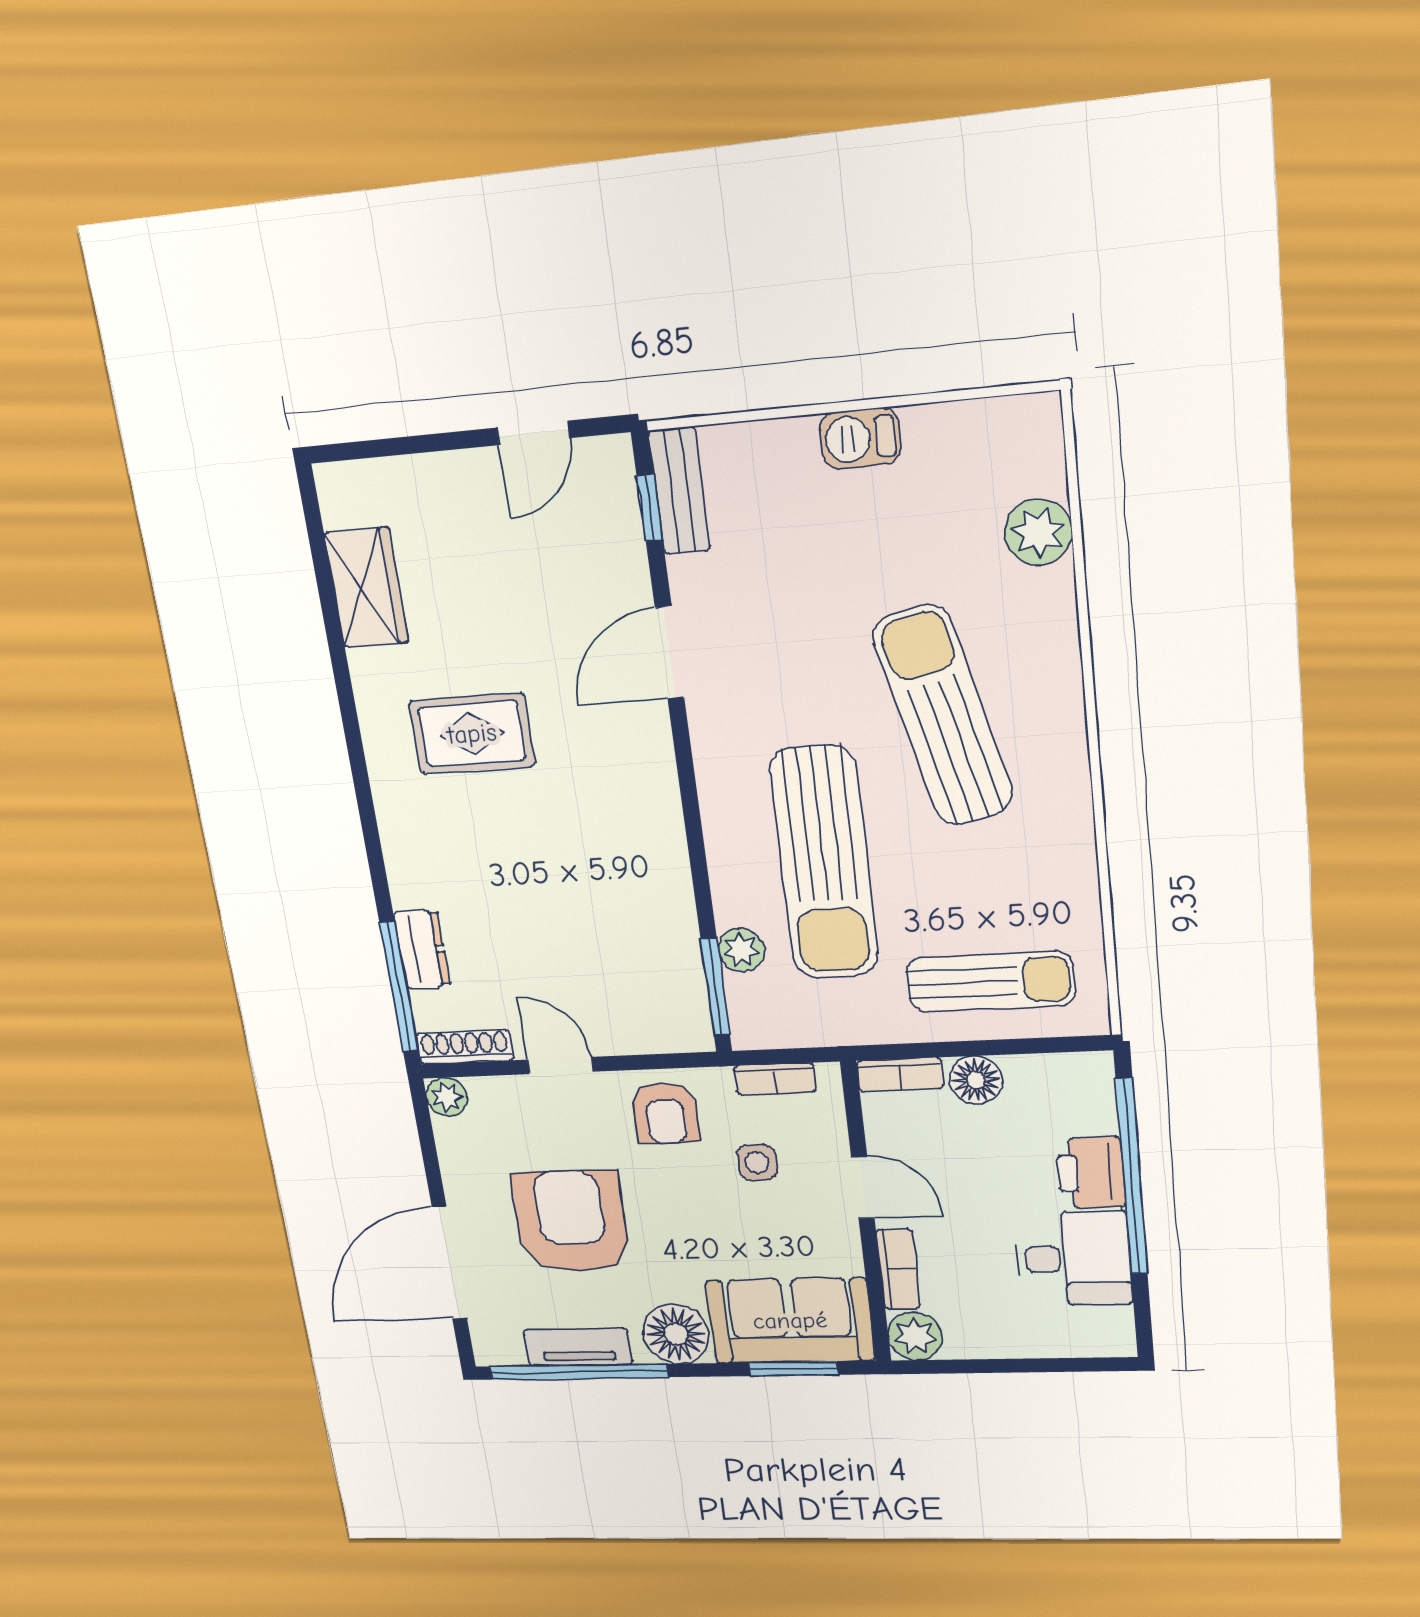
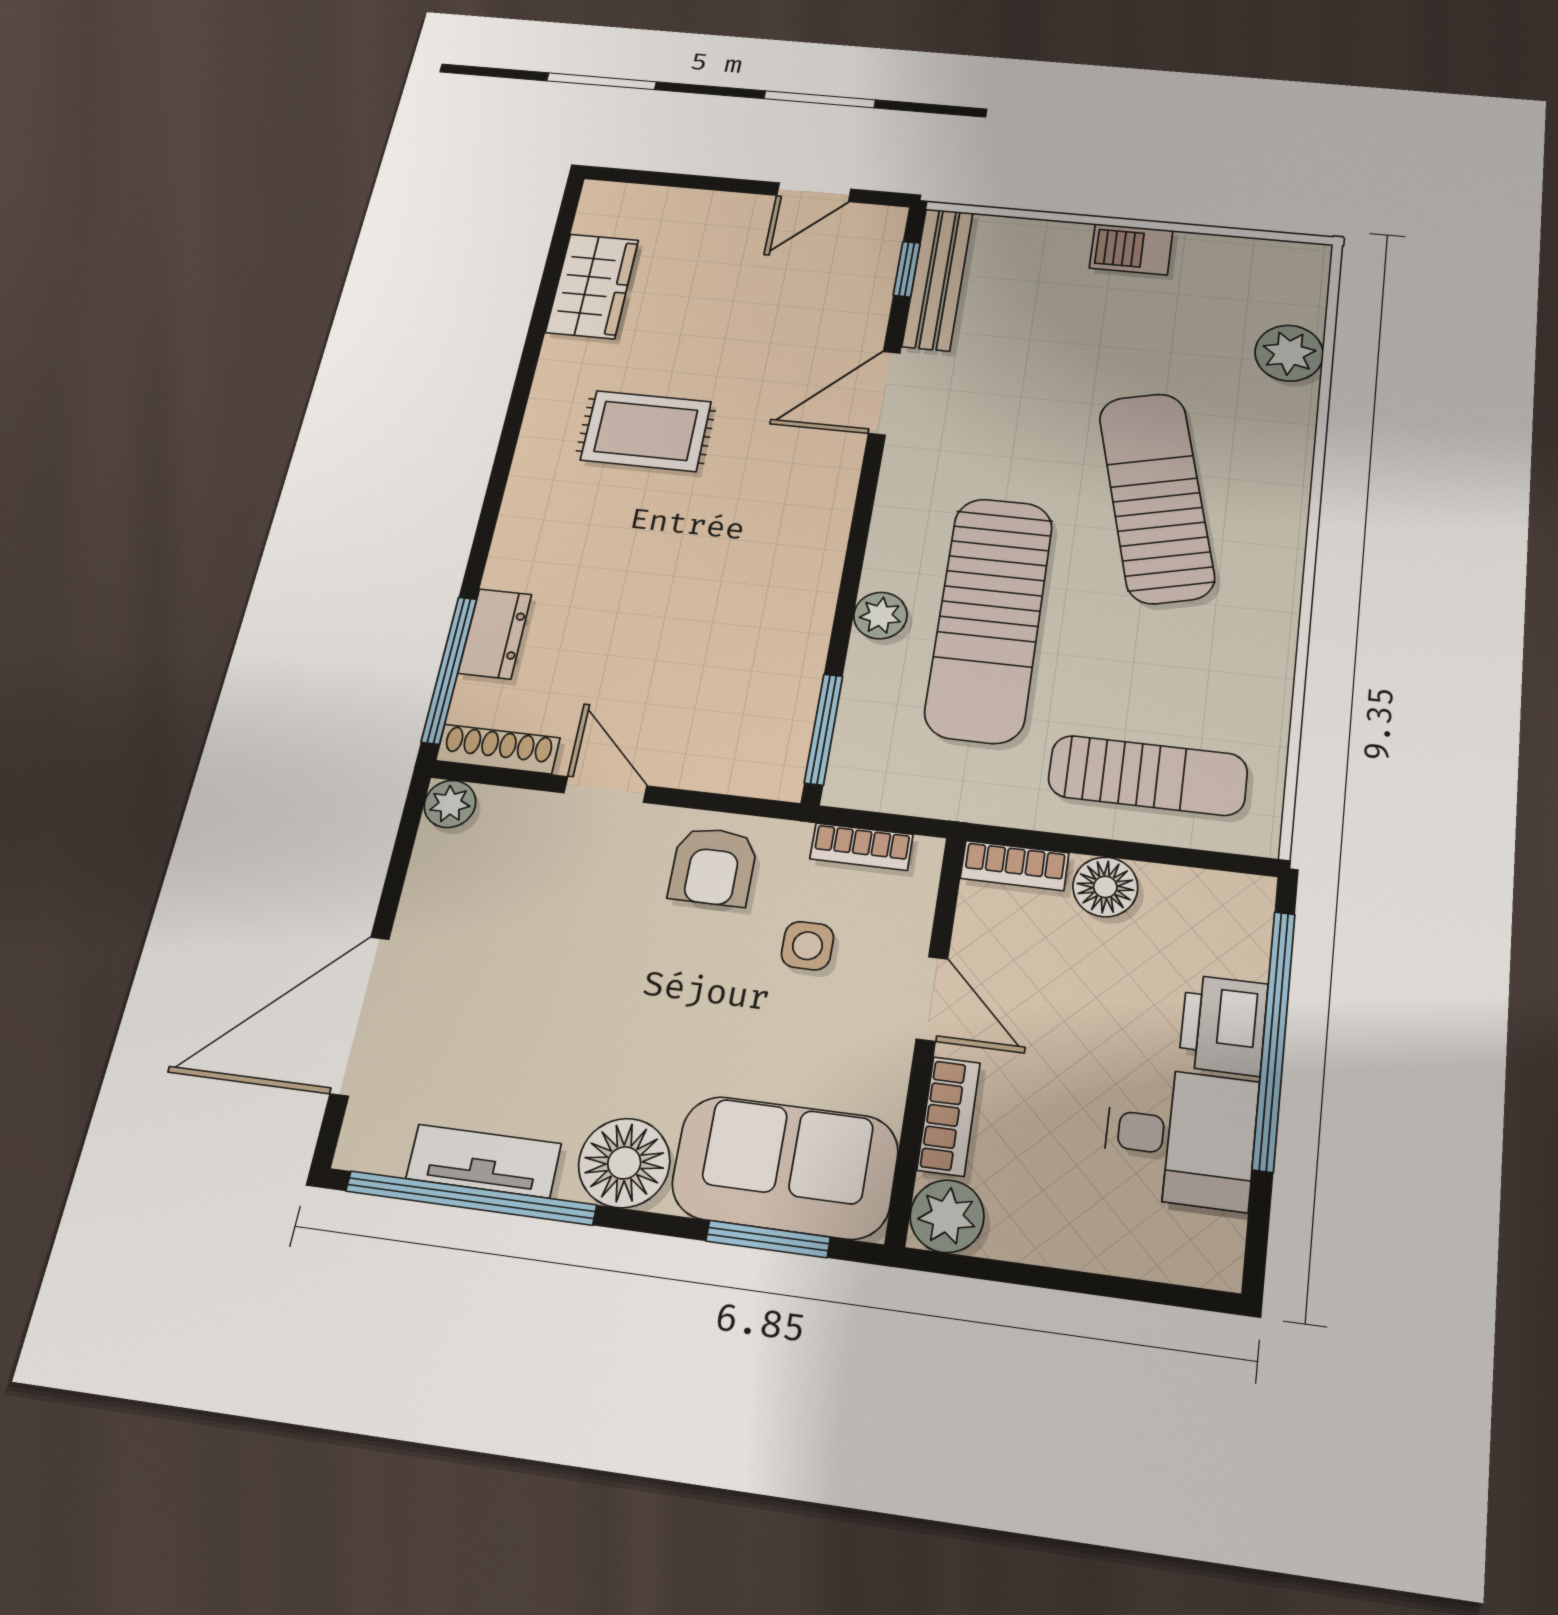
bench: (679, 491) -> (938, 279), width x1.36
plant: (741, 950) -> (880, 616), moved
armchair: (571, 1222) -> (543, 985), removed

